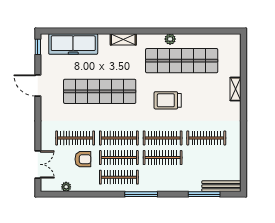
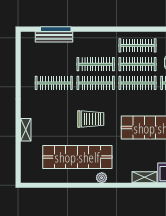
shelving: (123, 39) -> (145, 177), moved
plant: (170, 39) -> (102, 178), moved
bench: (221, 186) -> (54, 37), moved
window: (141, 194) -> (116, 29), removed

